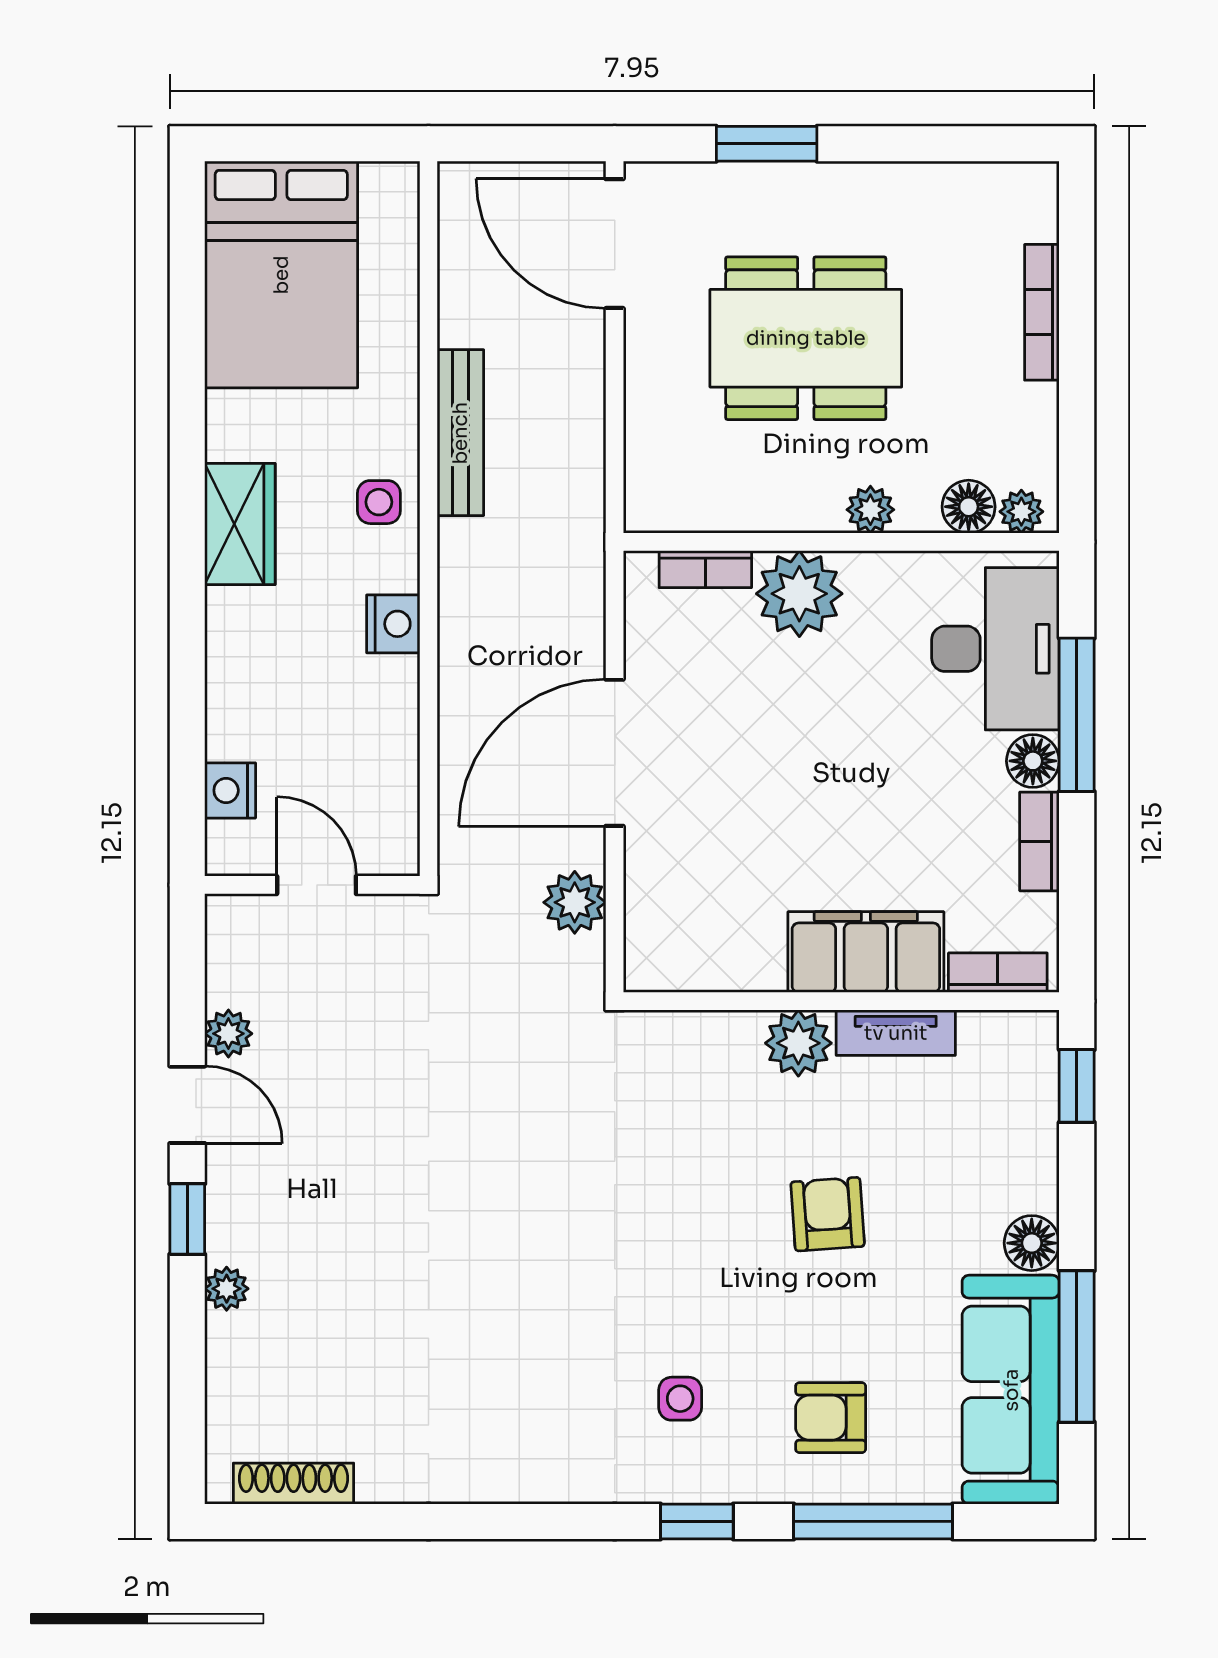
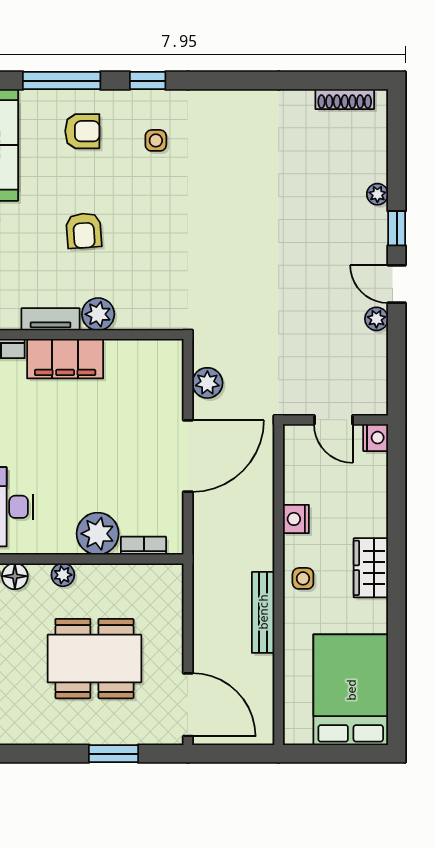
wall: (312, 885) -> (336, 420), moved
door: (317, 885) -> (333, 420), moved

